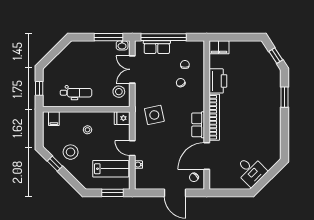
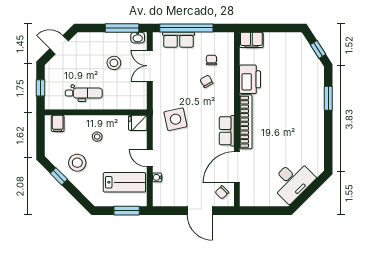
door: (55, 52) -> (59, 45), added
stool: (119, 92) -> (114, 63), moved
desk: (251, 171) -> (292, 181), width x1.37

